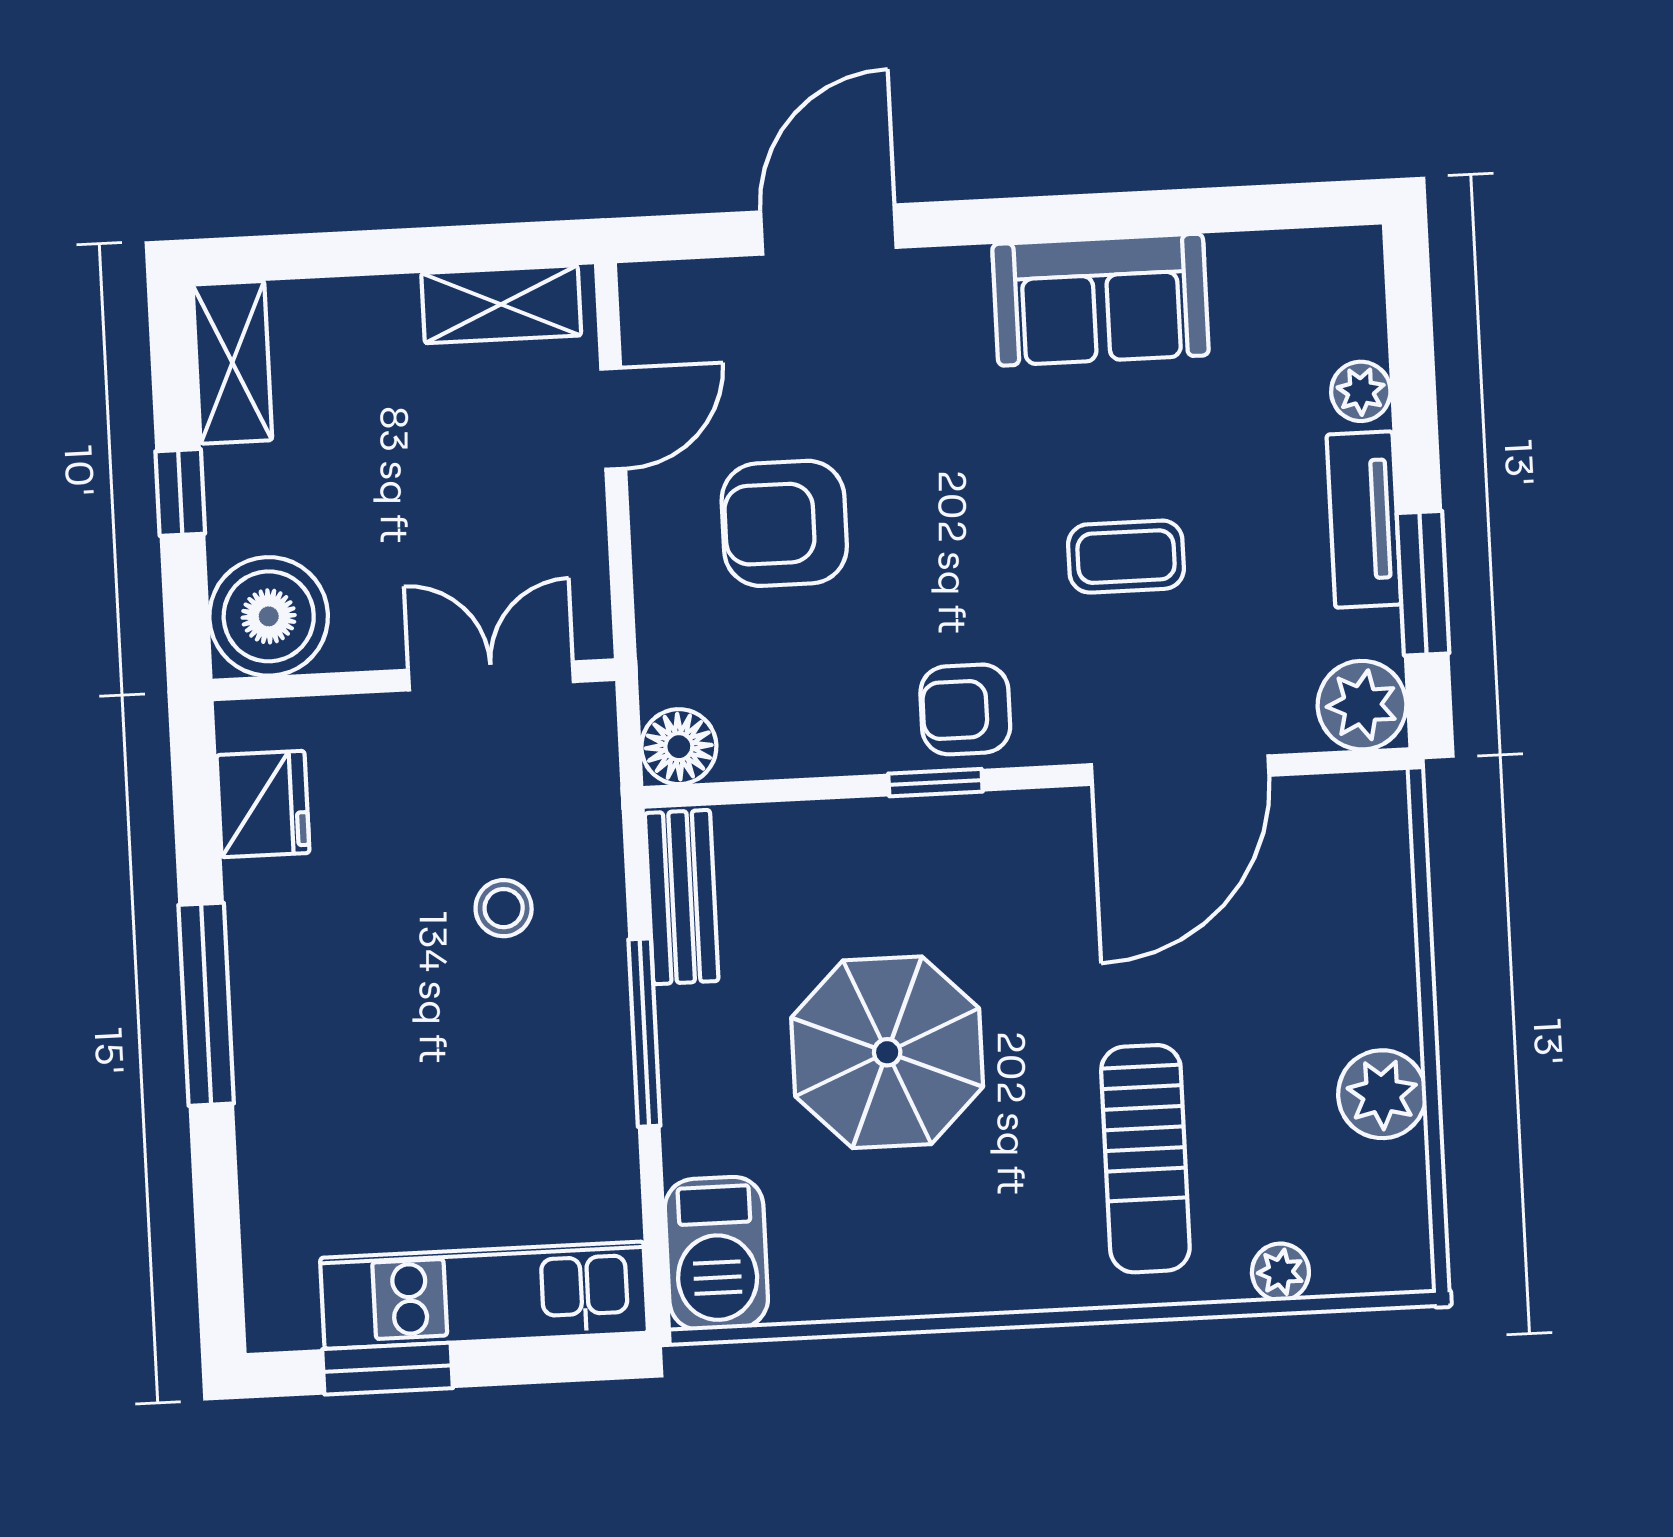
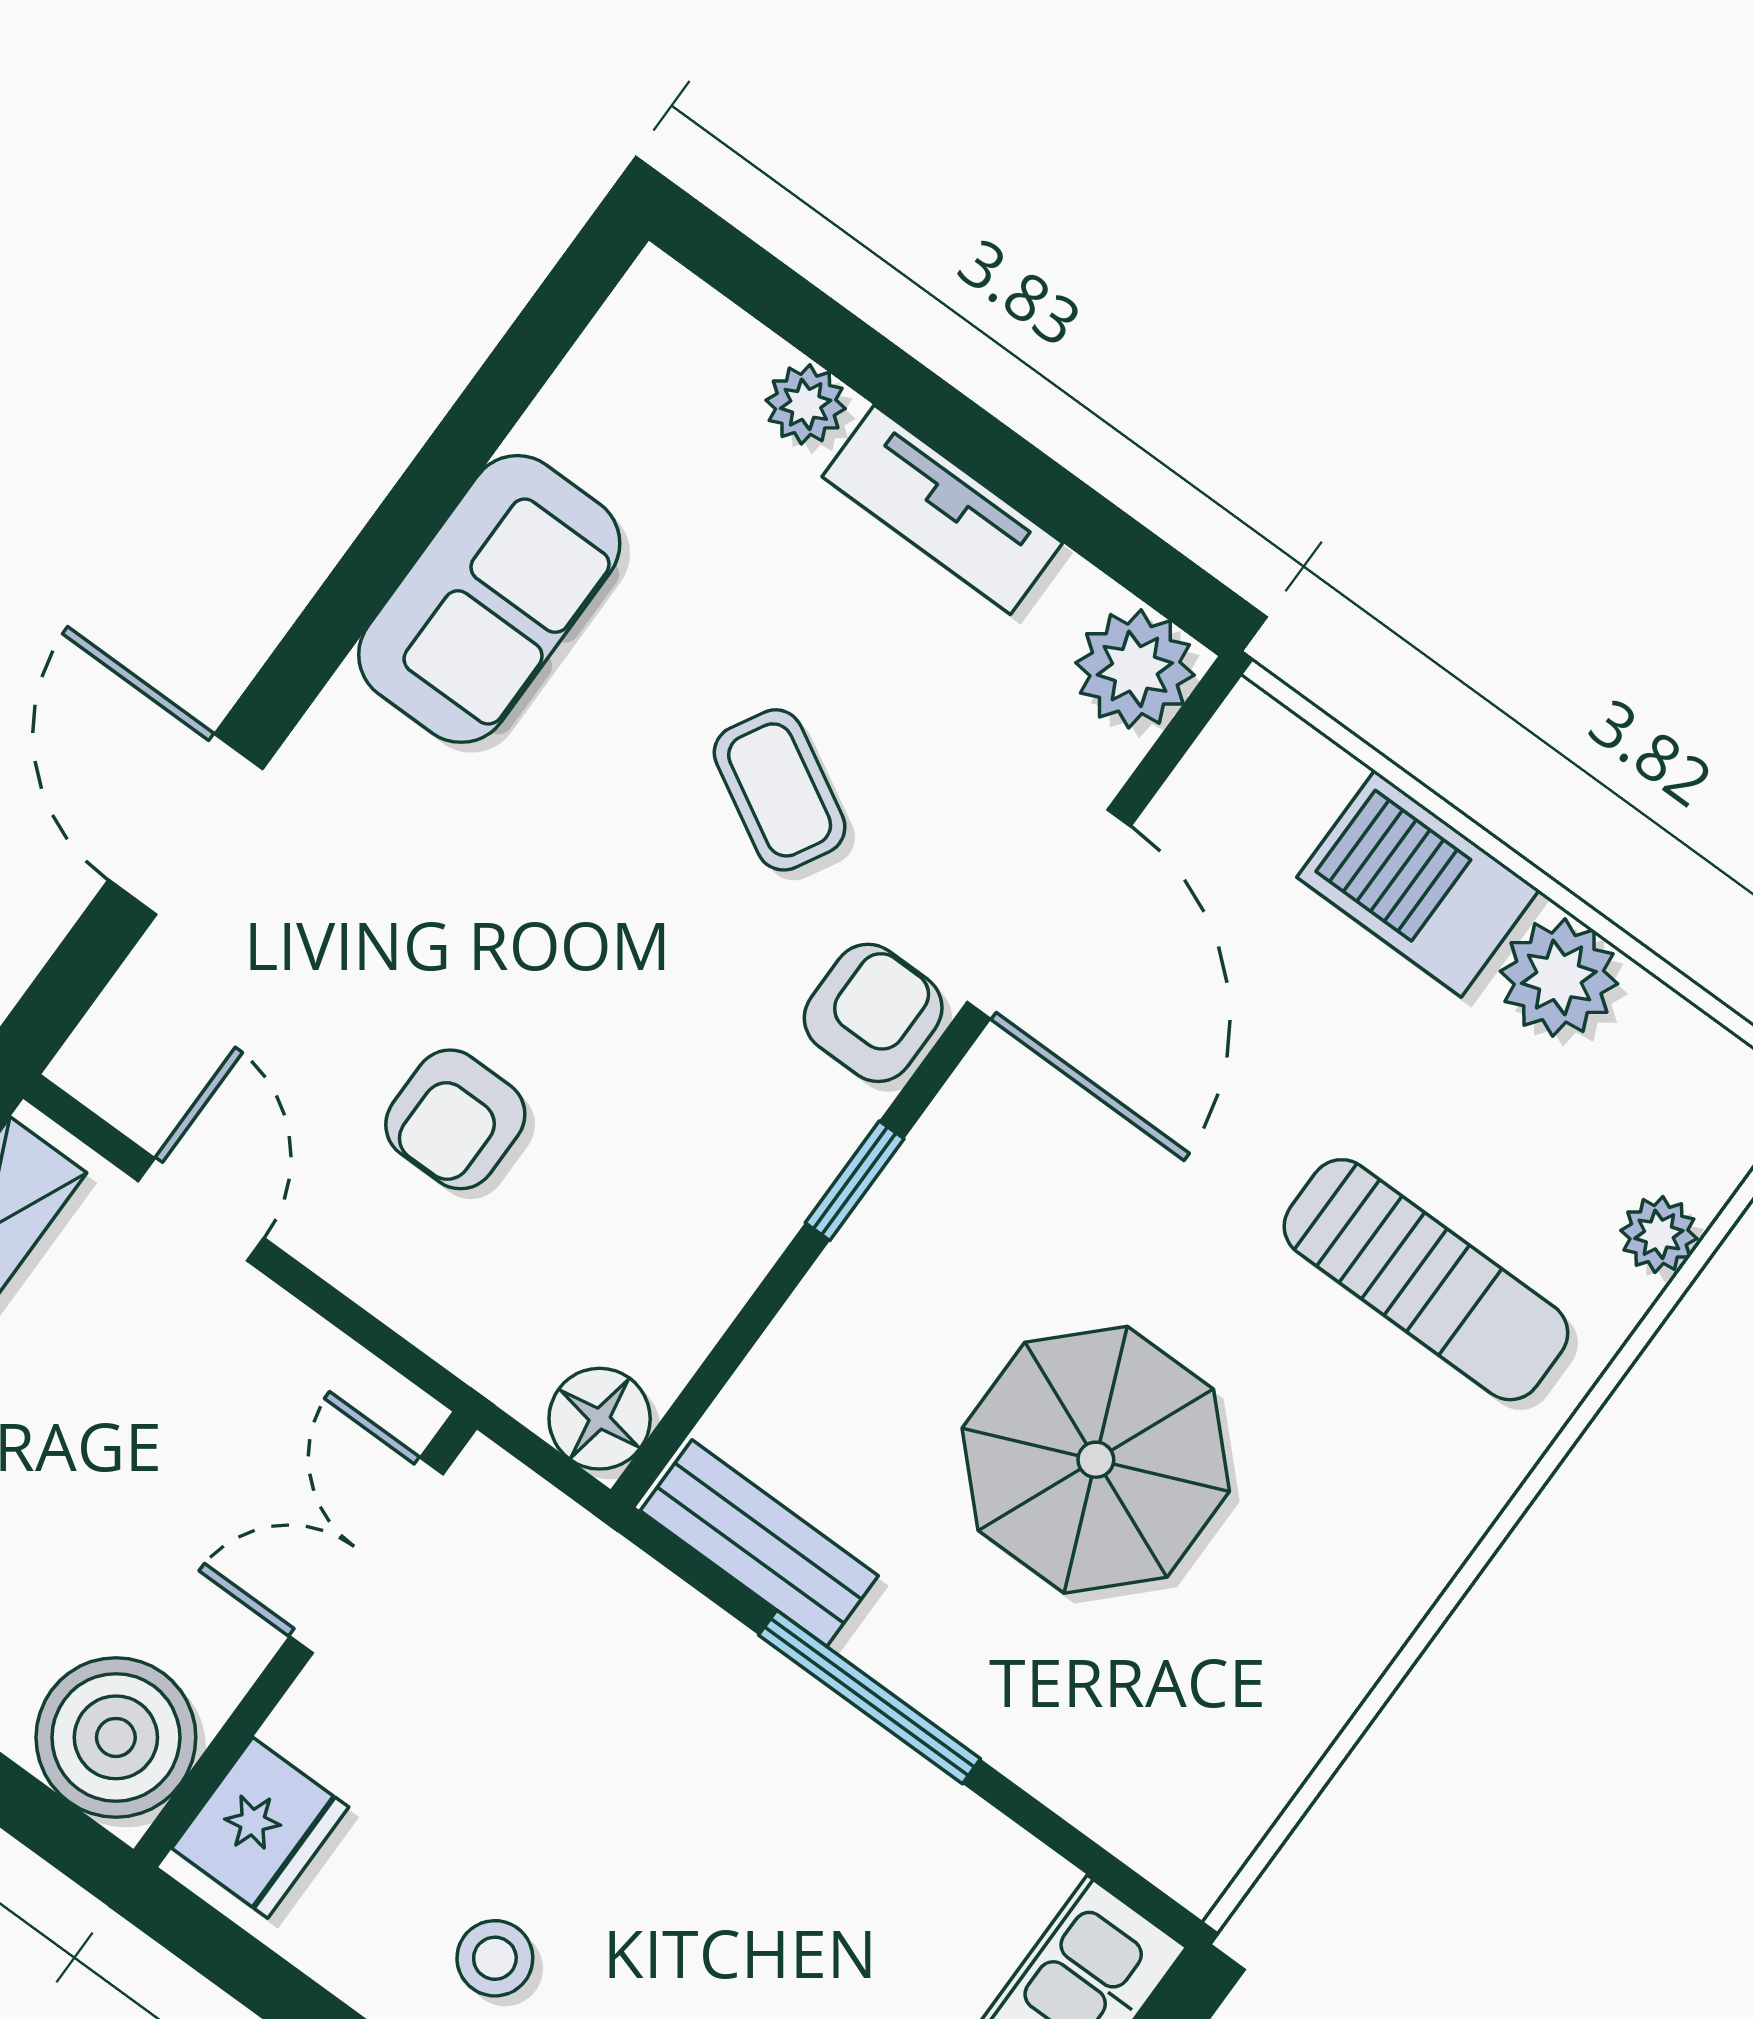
armchair: (784, 523) -> (455, 1119), width x0.72, depth x0.72
coffee table: (1126, 557) -> (780, 790), turned -61
window: (1423, 583) -> (1059, 502), removed
armchair: (965, 709) -> (873, 1013), moved, turned 180
fridge: (263, 804) -> (260, 1828), moved, turned 90
stool: (504, 908) -> (495, 1958), moved
barbecue: (716, 1253) -> (1418, 884), moved, turned 180

